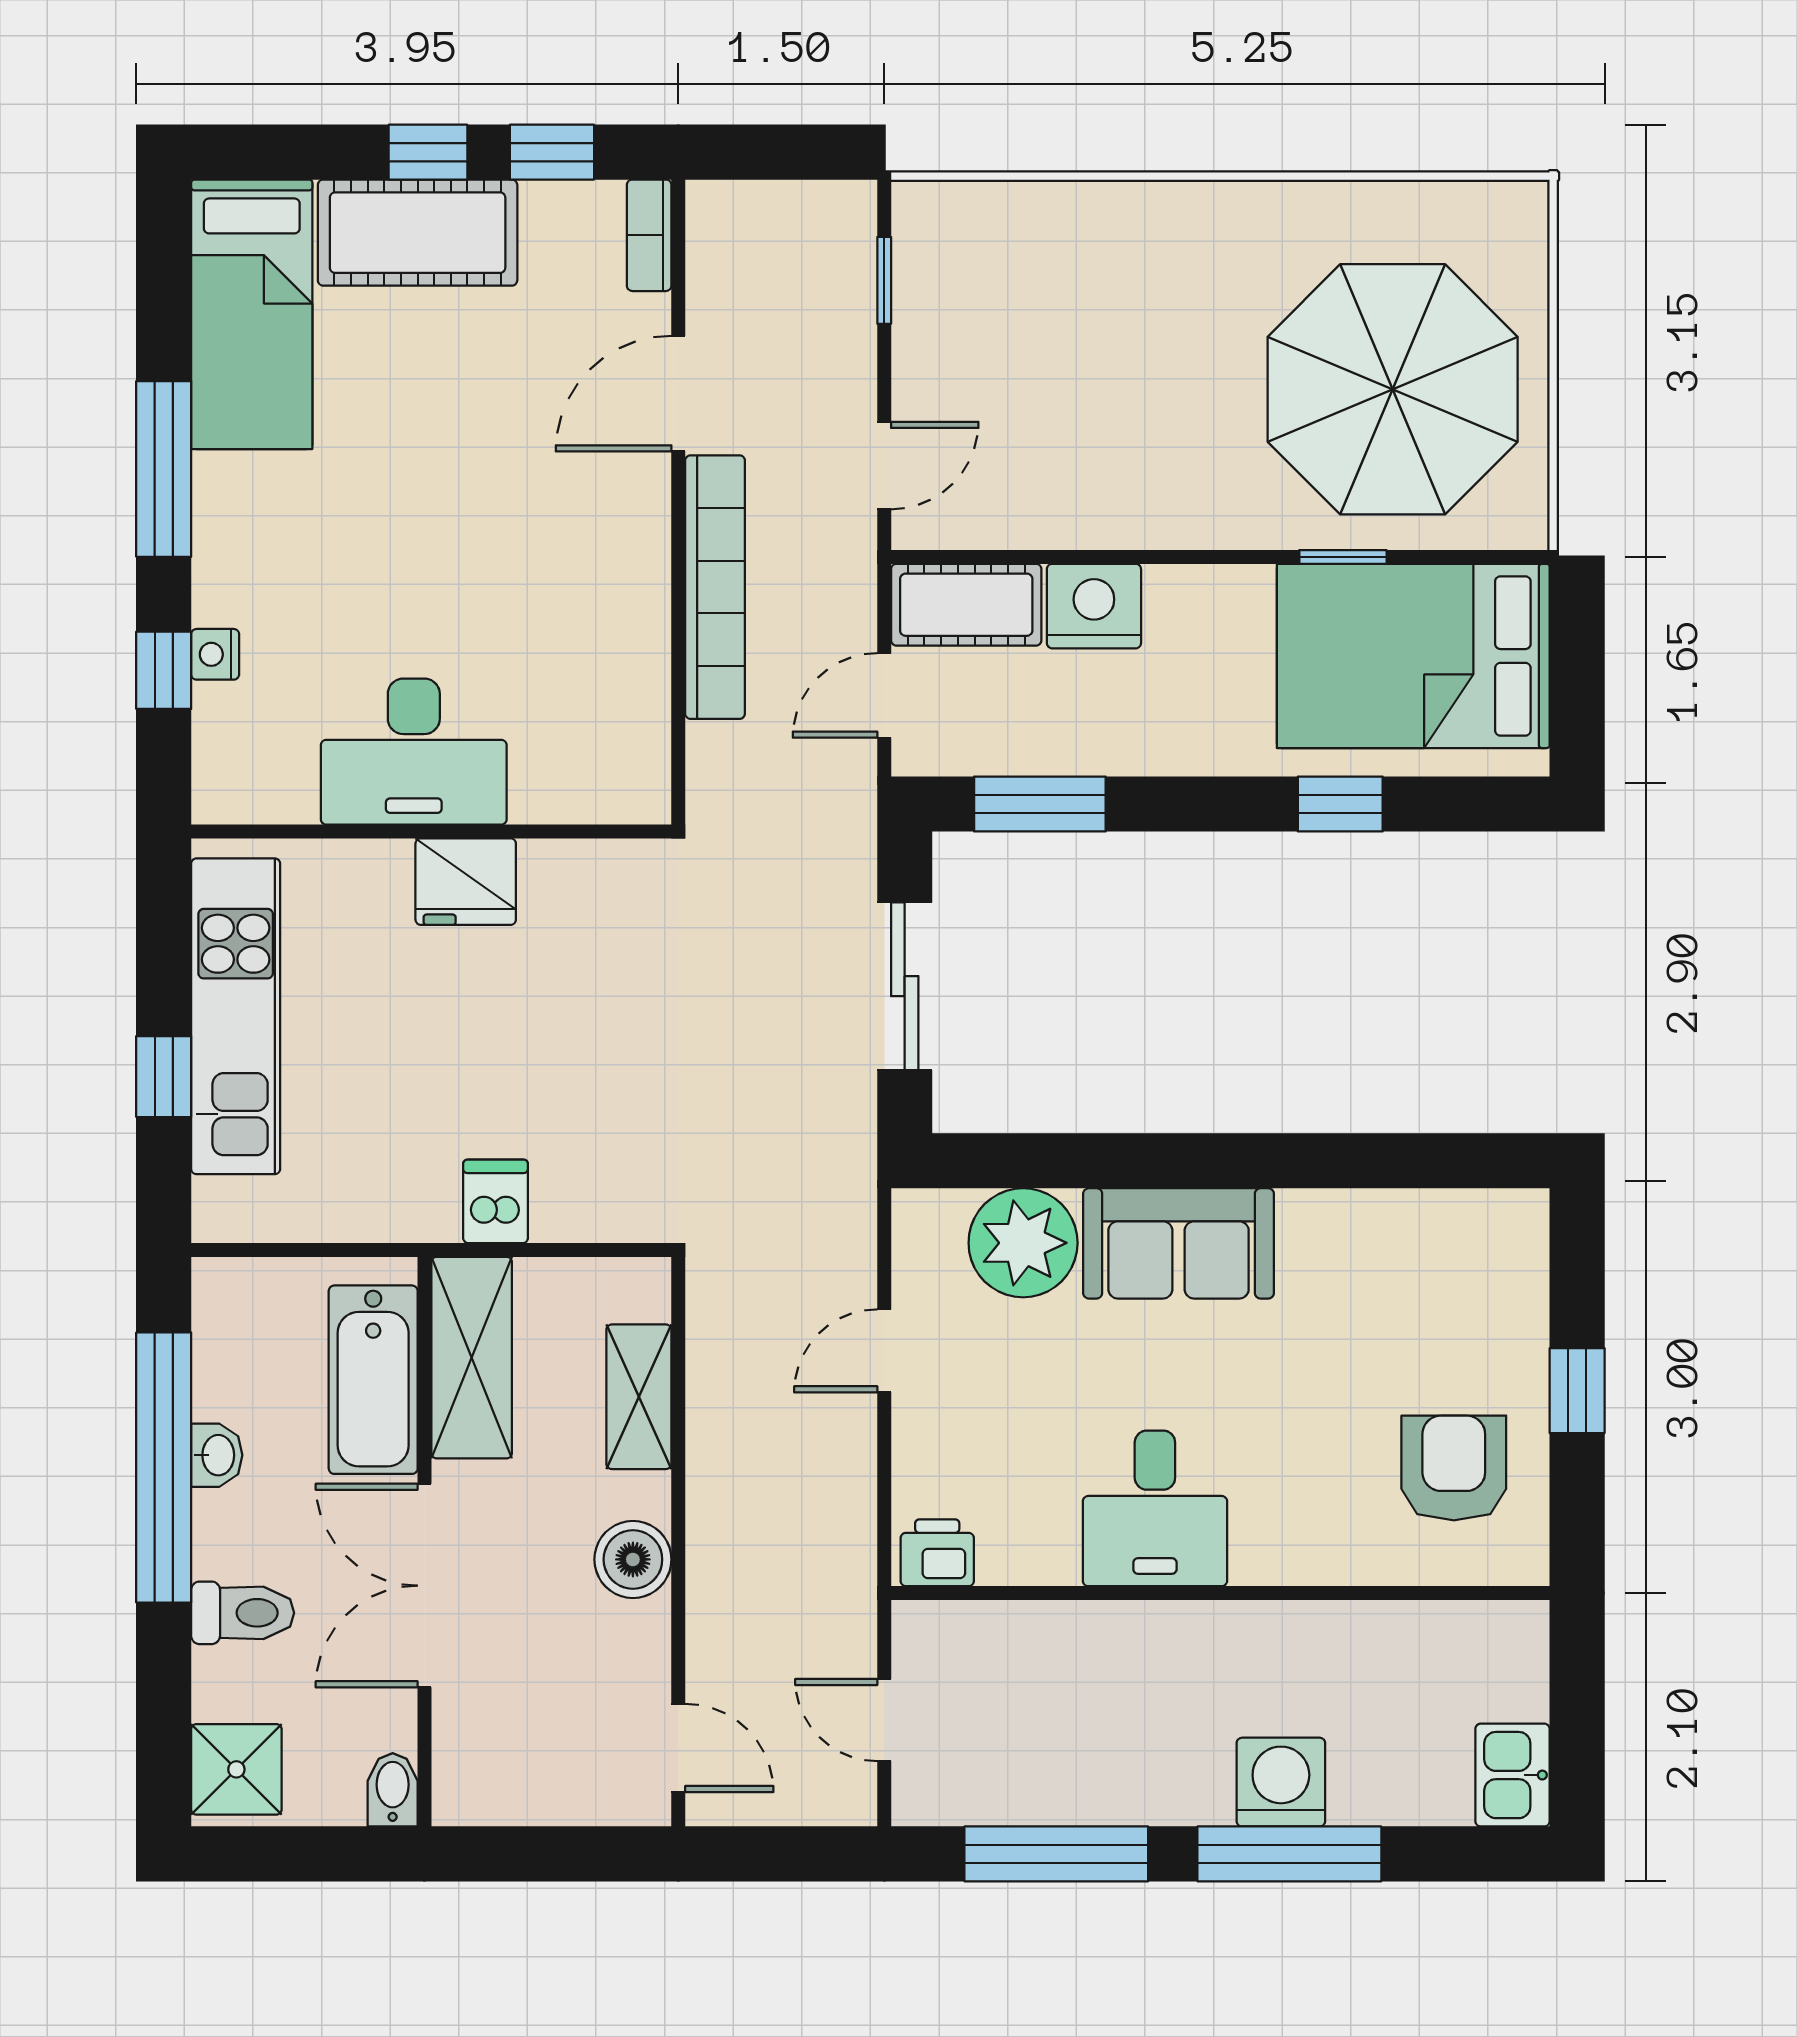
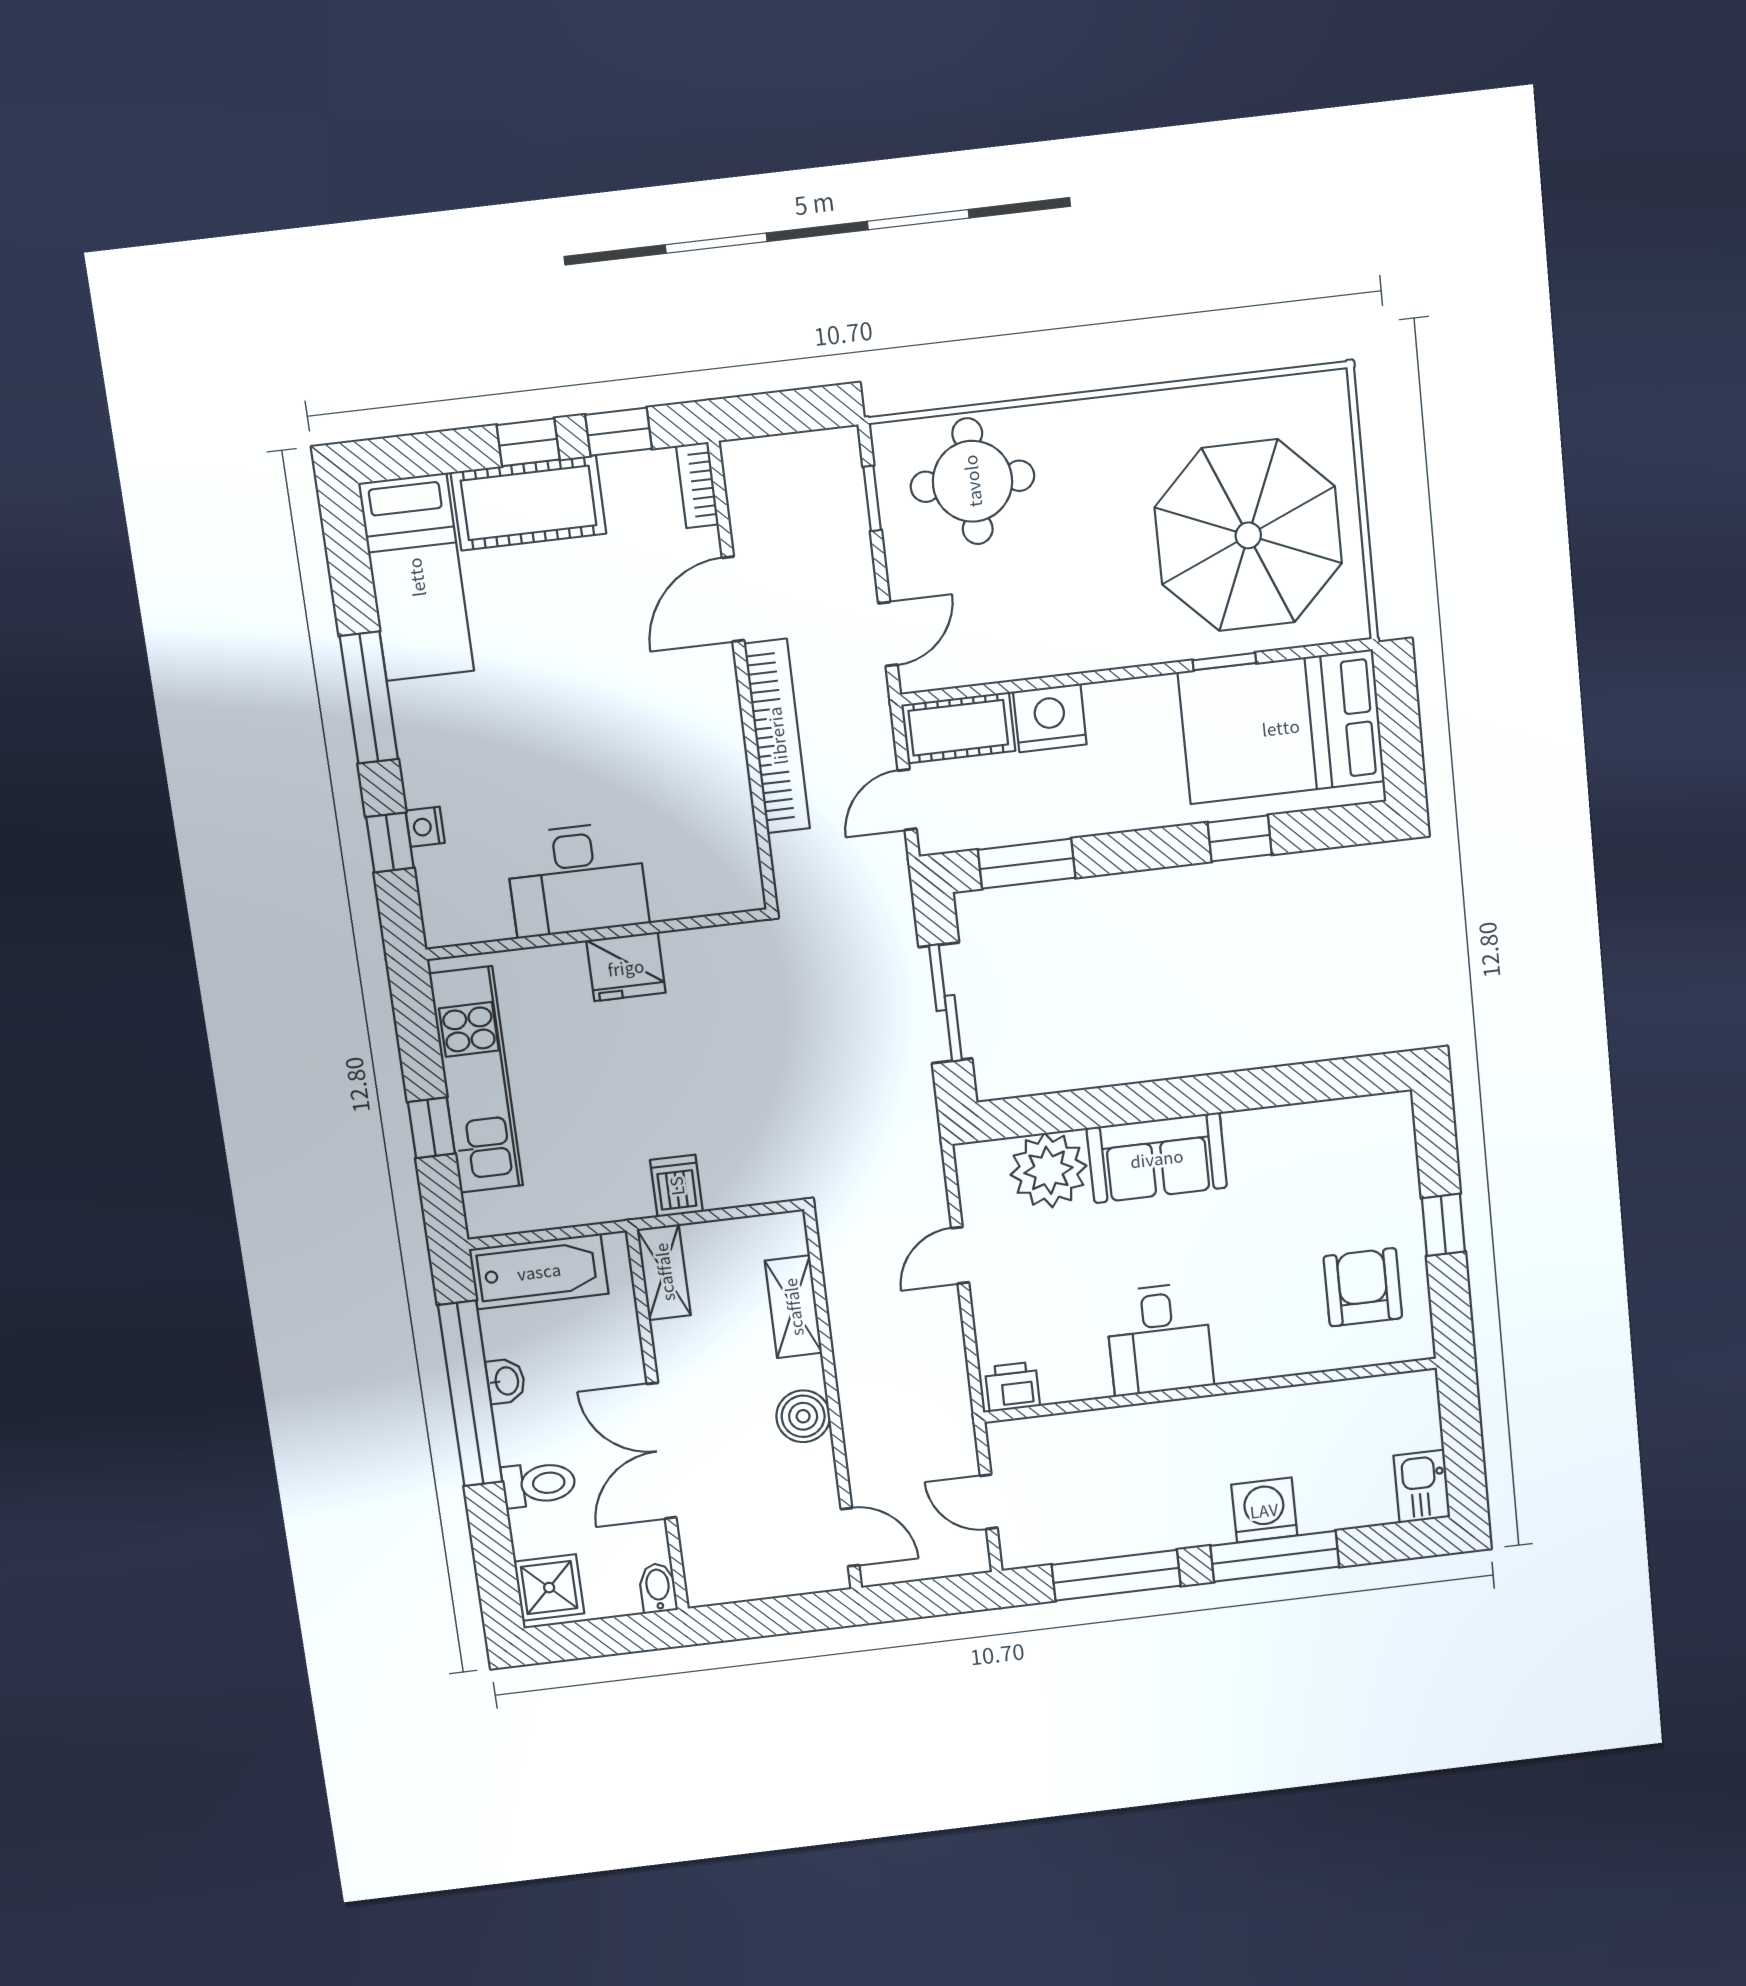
round table: (1023, 273) -> (972, 481), added
shelving: (472, 1358) -> (664, 1272), width x0.67, depth x0.75
bathtub: (373, 1380) -> (539, 1271), moved, turned -90

